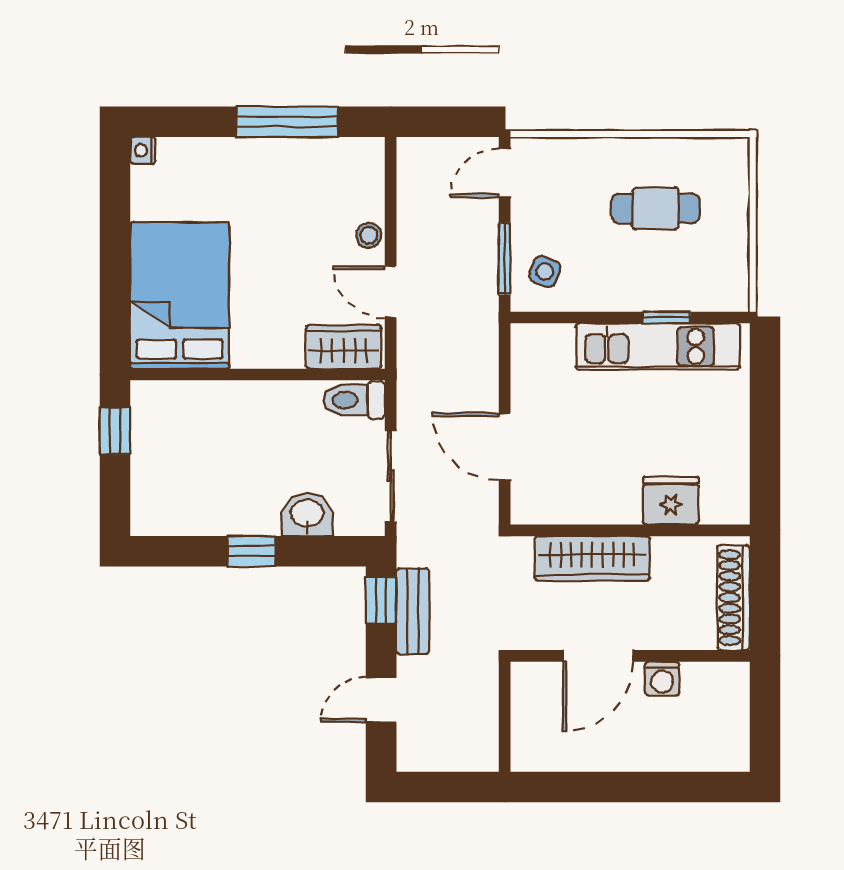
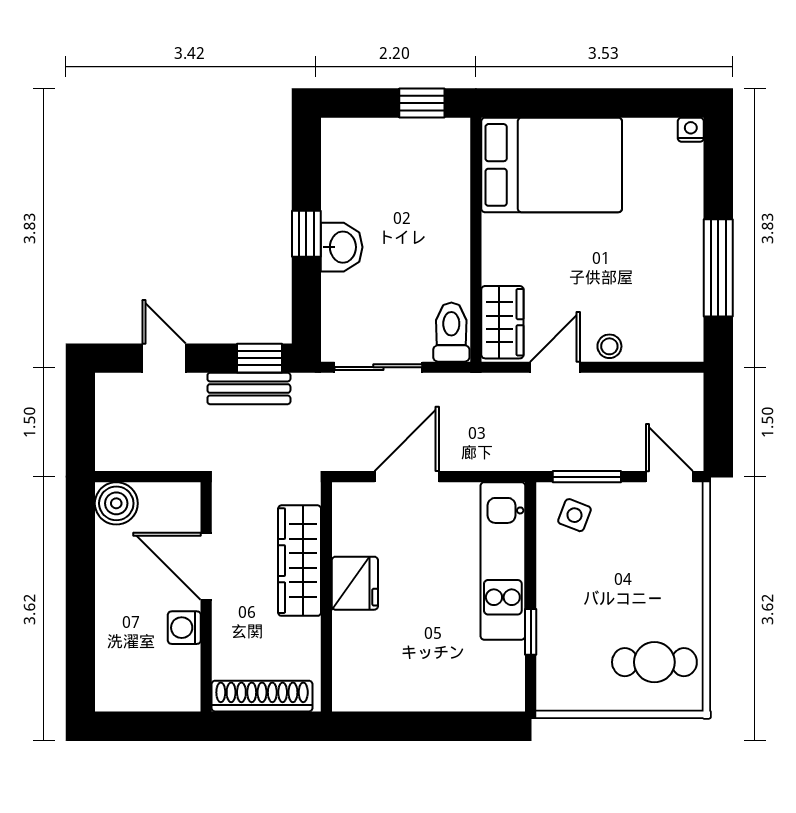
cafe table: (656, 208) -> (654, 662), moved, turned 90
kitchen unit: (658, 346) -> (503, 561), moved
fridge: (671, 501) -> (355, 583), moved
washbasin: (307, 514) -> (342, 247), moved
boiler: (533, 750) -> (116, 503), added

